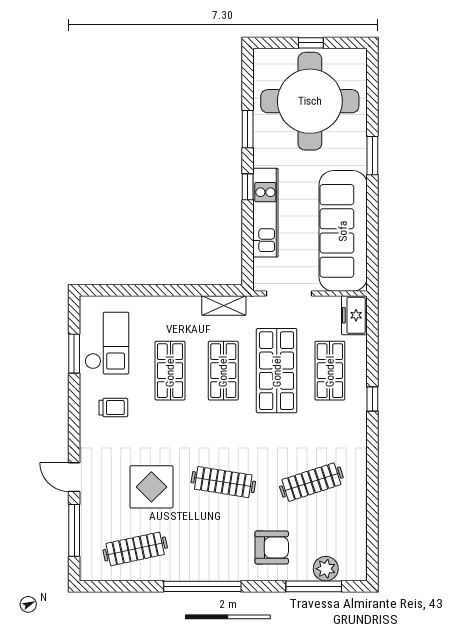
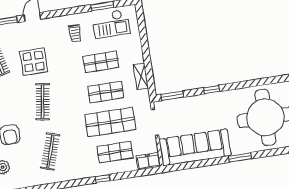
window: (248, 129) -> (172, 96), moved
kitchen unit: (265, 213) -> (199, 102), removed
shelving: (224, 305) -> (141, 76), moved
clothes rail: (311, 482) -> (50, 151), turned 36

